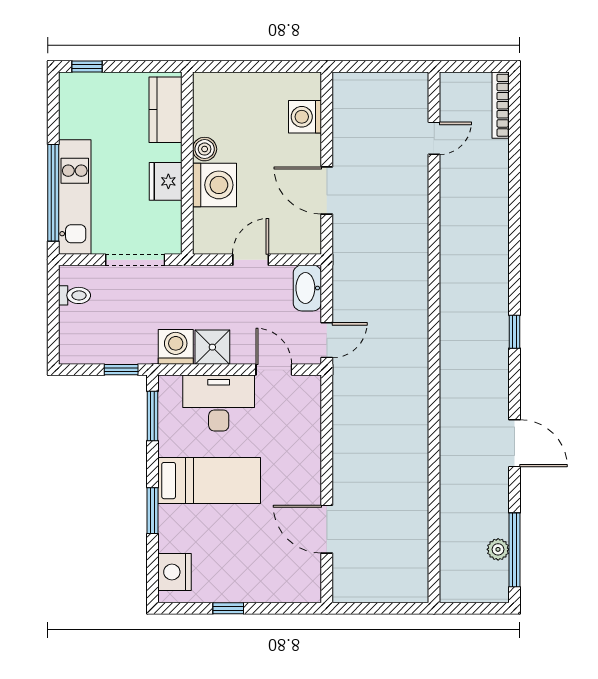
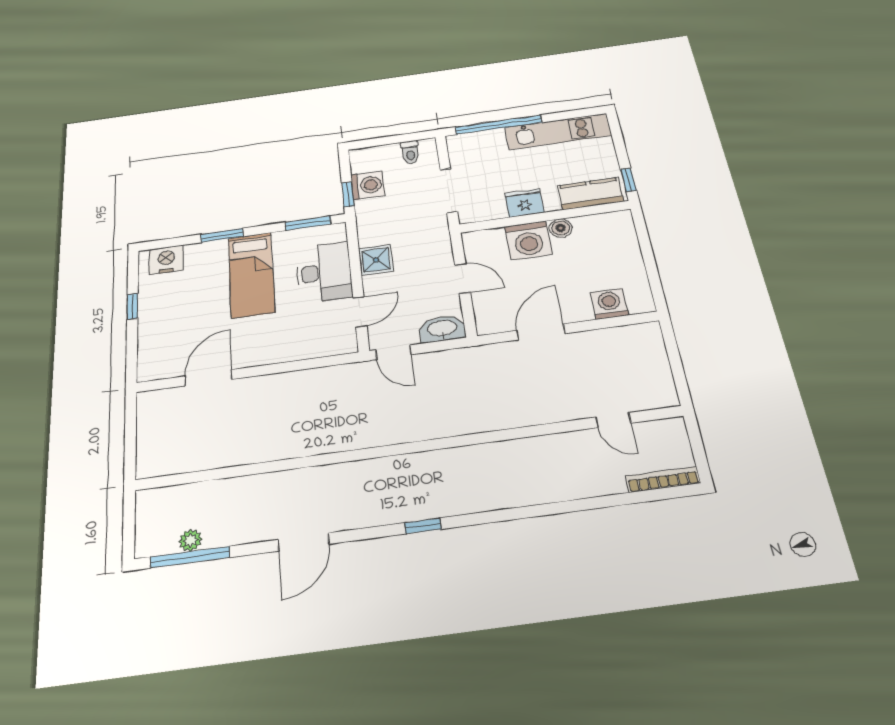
window: (87, 67) -> (628, 180), moved
kitchen unit: (75, 197) -> (558, 131), moved
washing machine: (176, 347) -> (368, 185), moved

